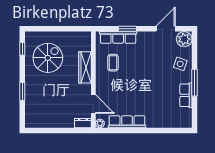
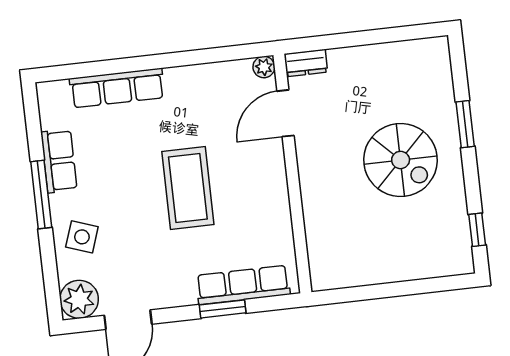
spiral stairs: (48, 58) -> (401, 160), moved, turned -90
coffee table: (113, 63) -> (188, 188), moved, width x1.86, depth x1.72
wardrobe: (85, 67) -> (316, 202), removed
door: (93, 104) -> (285, 113), hinge flipped
row of seats: (127, 122) -> (117, 88), moved

